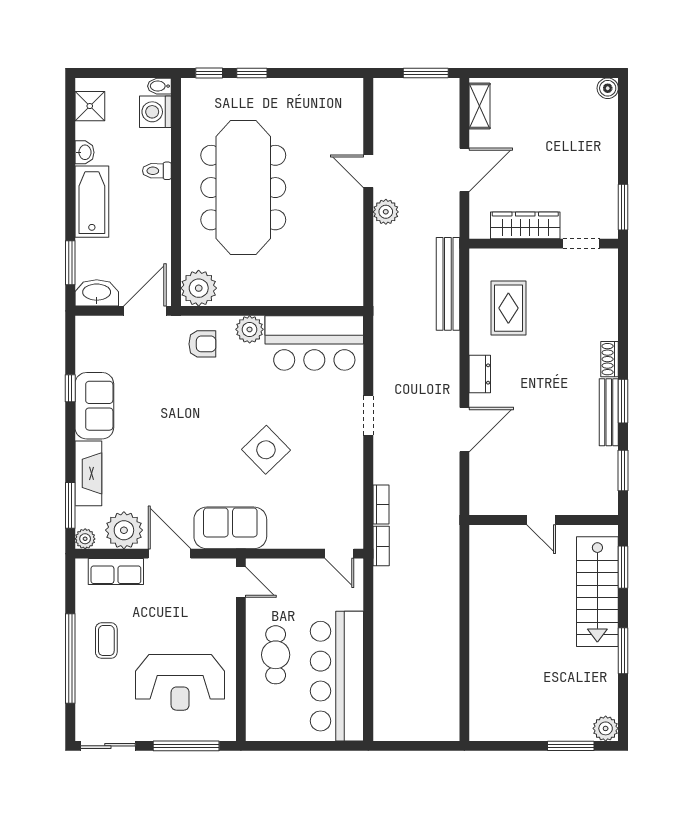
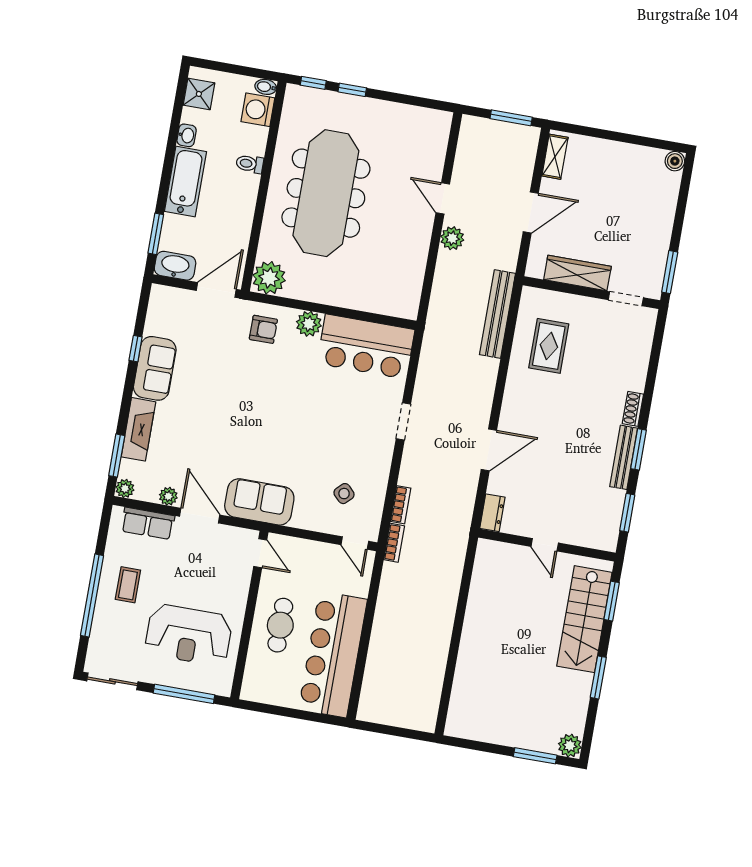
dresser: (480, 374) -> (492, 513), moved
side table: (266, 450) -> (344, 494), moved, width x0.54, depth x0.54
plant: (124, 530) -> (168, 496), width x0.53, depth x0.53

